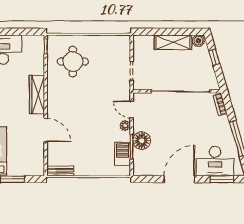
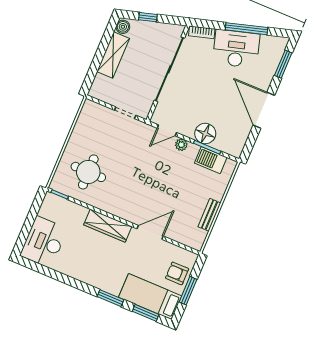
desk: (215, 161) -> (236, 49), moved, turned -106
armchair: (22, 165) -> (177, 273), added
bench: (60, 171) -> (209, 215), moved

